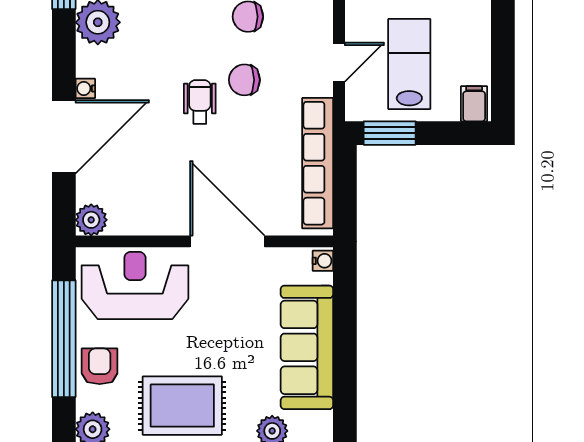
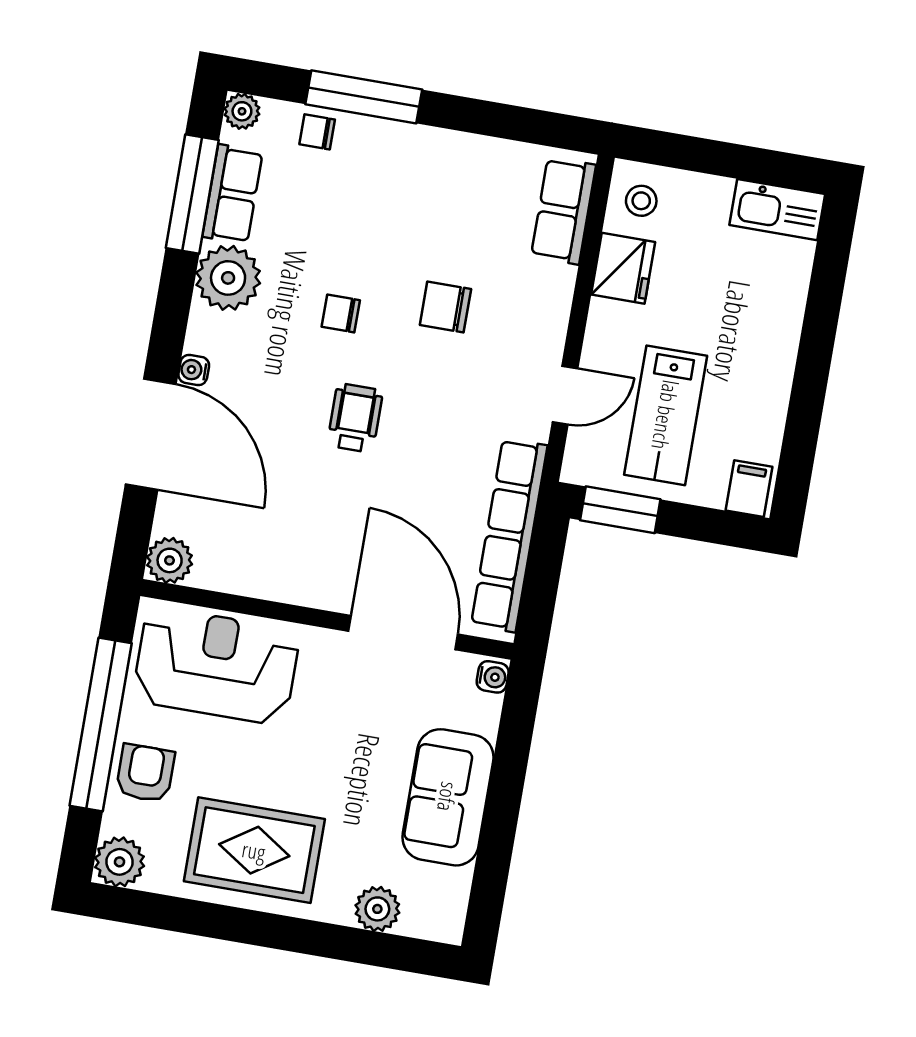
lab bench: (409, 64) -> (666, 415), turned 180
chair: (244, 80) -> (341, 313), moved, width x0.73, depth x0.73
door: (64, 137) -> (151, 434), hinge flipped
door: (227, 241) -> (403, 633), moved
sofa: (307, 347) -> (448, 797), width x0.73

